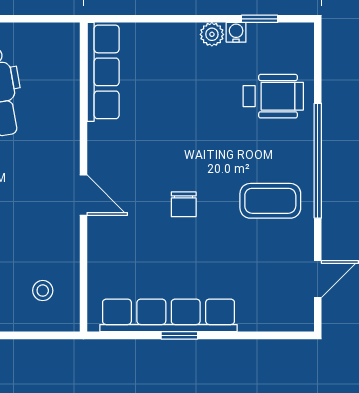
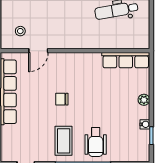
plant: (212, 34) -> (144, 100), moved
wheelchair: (273, 96) -> (96, 142), moved
door: (83, 195) -> (38, 51), moved

